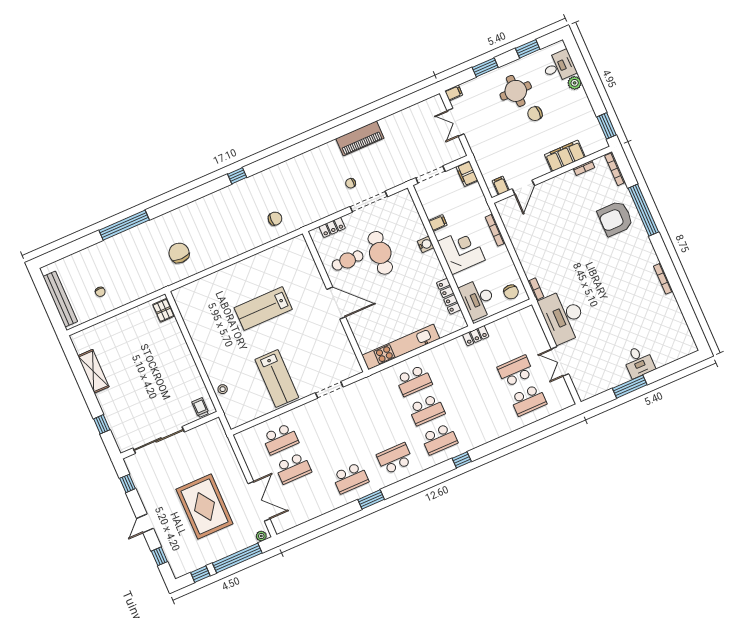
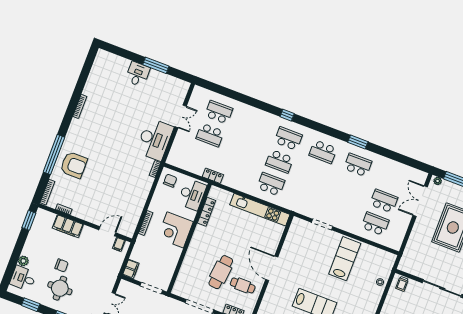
filing cabinet: (438, 223) -> (173, 258), removed
water cooler: (426, 244) -> (191, 252), removed
school desk: (427, 410) -> (280, 161), turned 180

